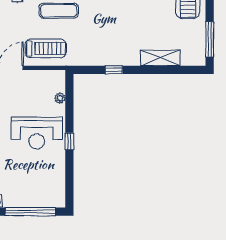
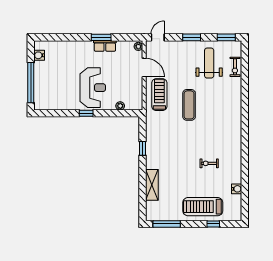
treadmill: (46, 48) -> (159, 95), turned 180
reception desk: (37, 133) -> (93, 88), turned 180

